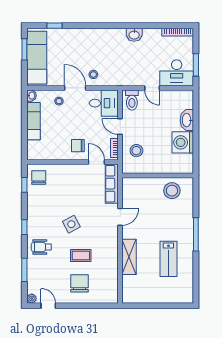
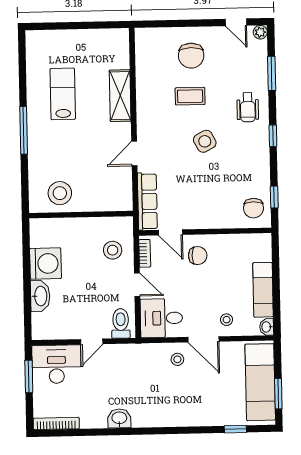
door: (152, 88) -> (92, 342), swing flipped
wheelchair: (41, 247) -> (248, 107), turned 90

